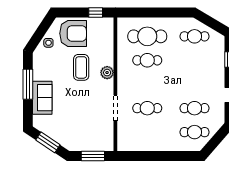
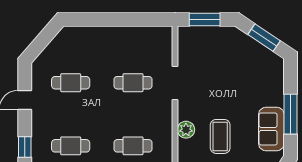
sofa: (42, 98) -> (271, 129), moved
cafe table: (195, 132) -> (71, 146), moved

